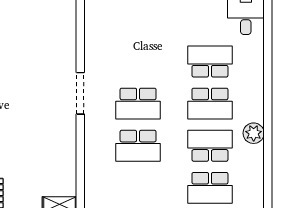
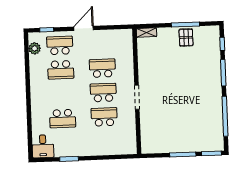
school desk: (210, 104) -> (104, 117), moved
plant: (254, 133) -> (35, 48), moved

